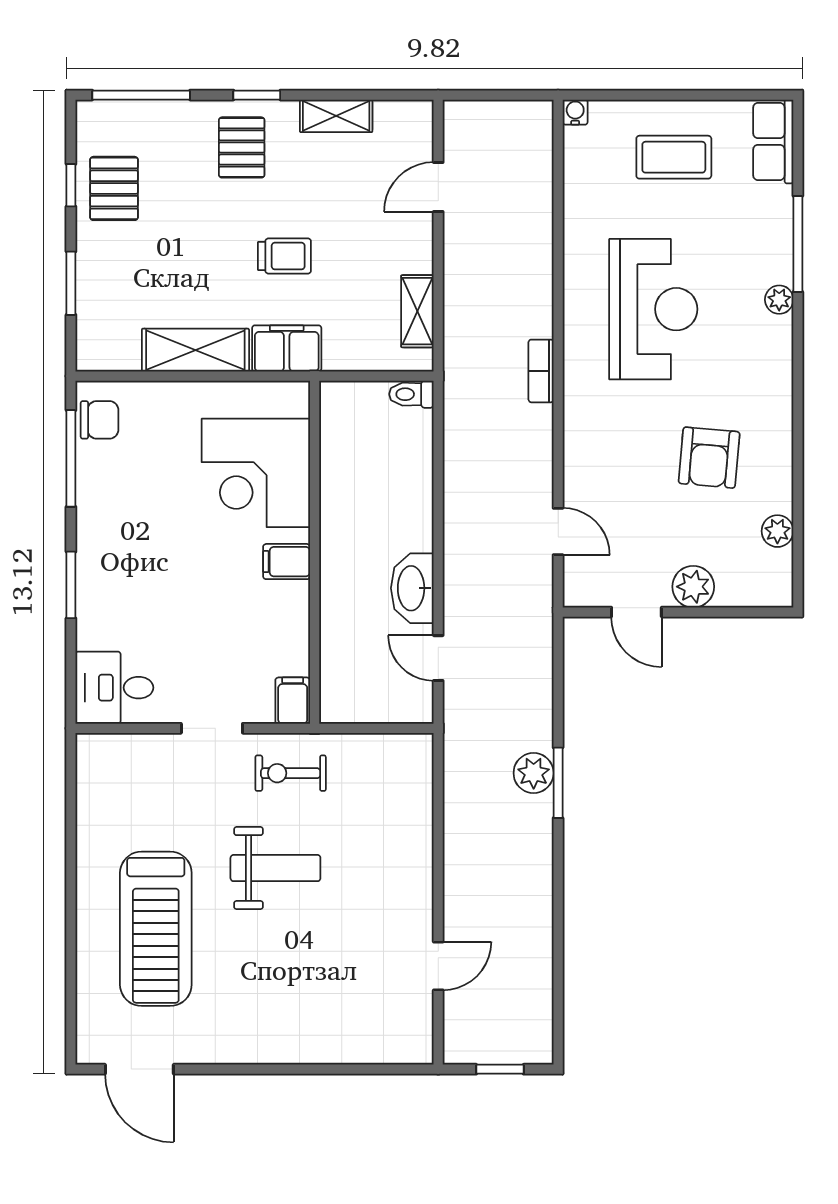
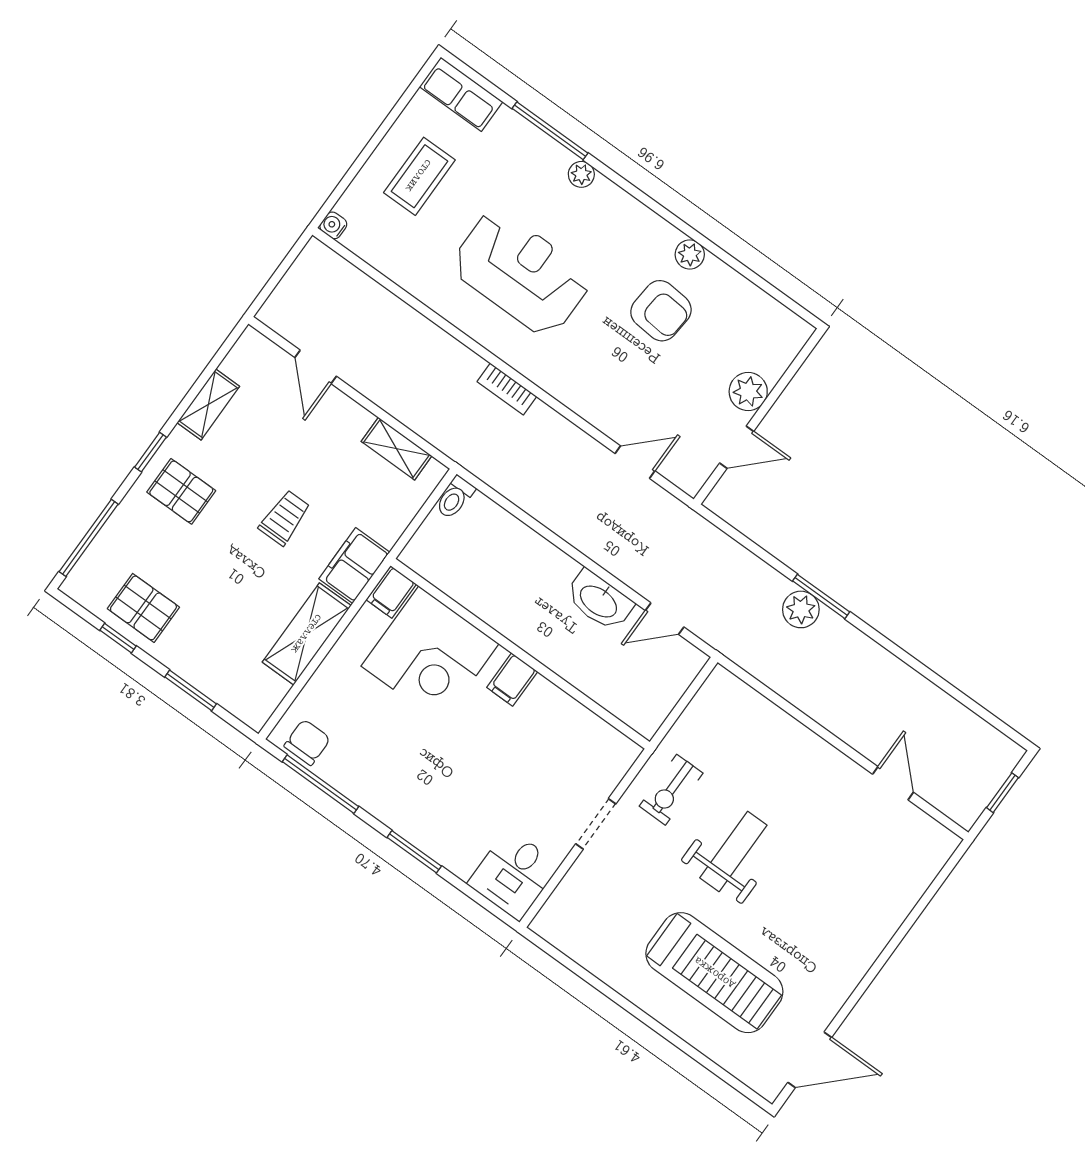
plant: (777, 531) -> (690, 254), moved
filing cabinet: (293, 701) -> (391, 592), moved, turned -90

